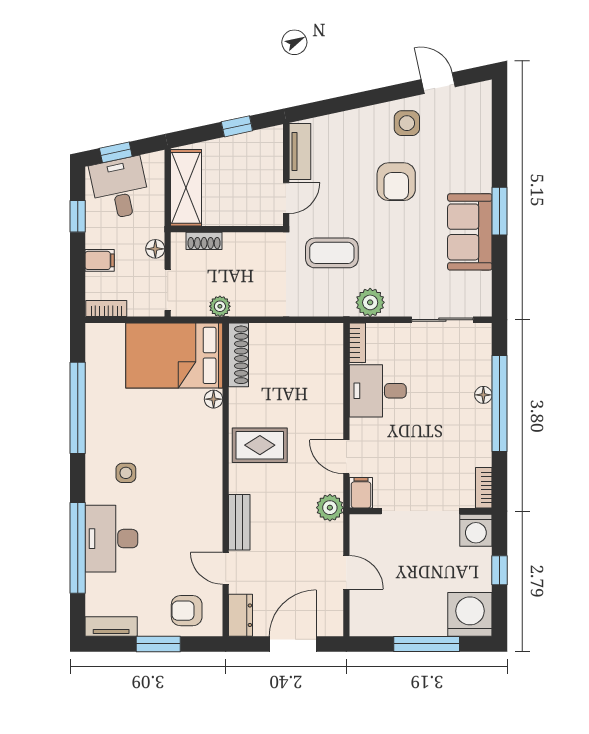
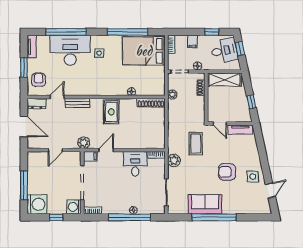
window: (500, 211) -> (214, 217), width x2.11
bed: (174, 355) -> (144, 51), moved, turned -90
desk: (111, 539) -> (70, 50), width x1.36, depth x1.30

